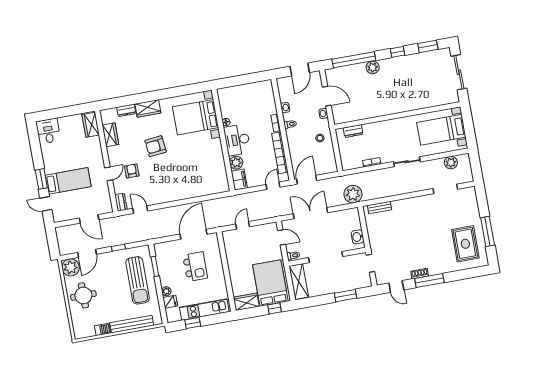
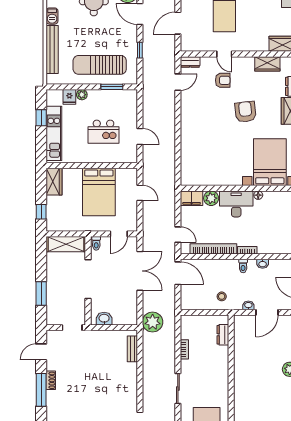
door: (194, 234) -> (140, 136), width x0.53
bed: (270, 283) -> (99, 192), moved, turned 90

